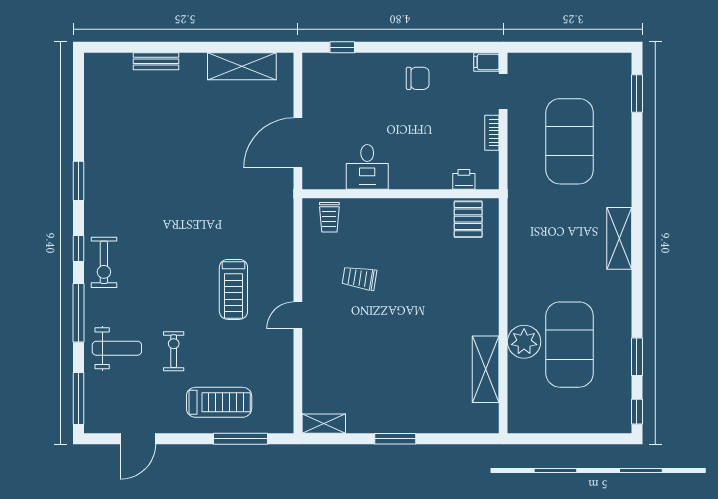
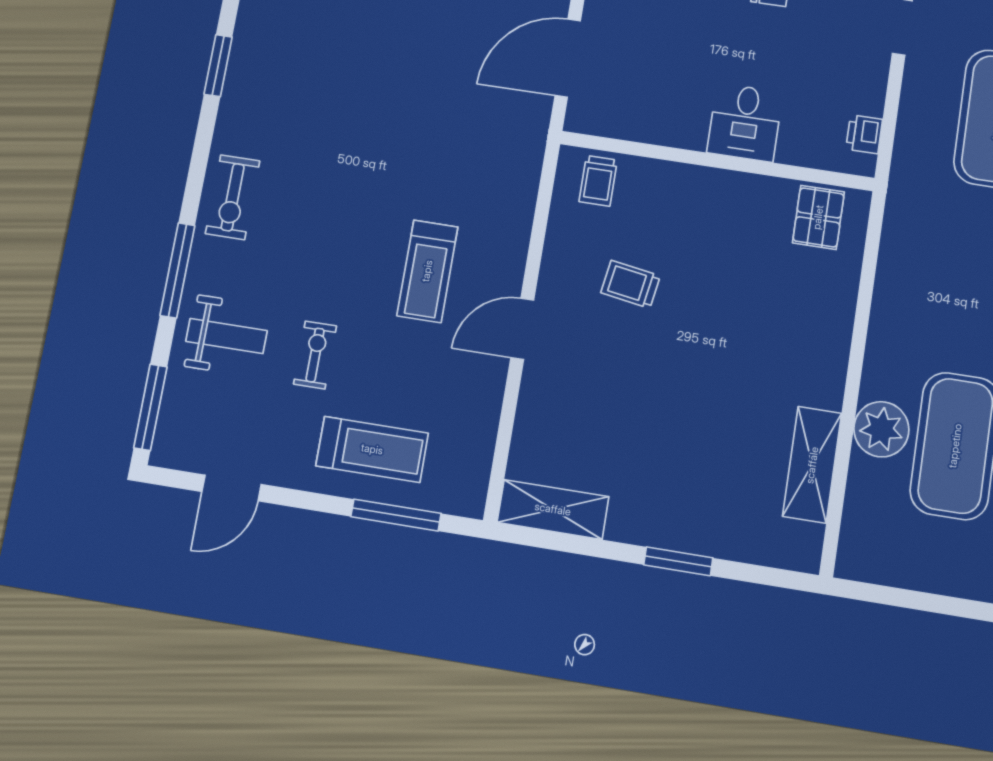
bookcase: (492, 133) -> (876, 88), removed
desk: (367, 167) -> (745, 122), moved
printer: (464, 179) -> (864, 134), moved, turned -90
window: (79, 249) -> (197, 170), removed
door: (298, 315) -> (522, 329), width x1.37
shelving: (324, 424) -> (553, 509), width x1.50, depth x1.33
window: (395, 439) -> (678, 561), moved

